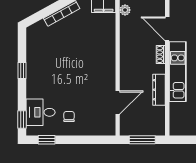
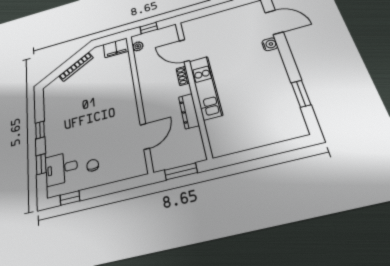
window: (22, 120) -> (41, 164), moved

